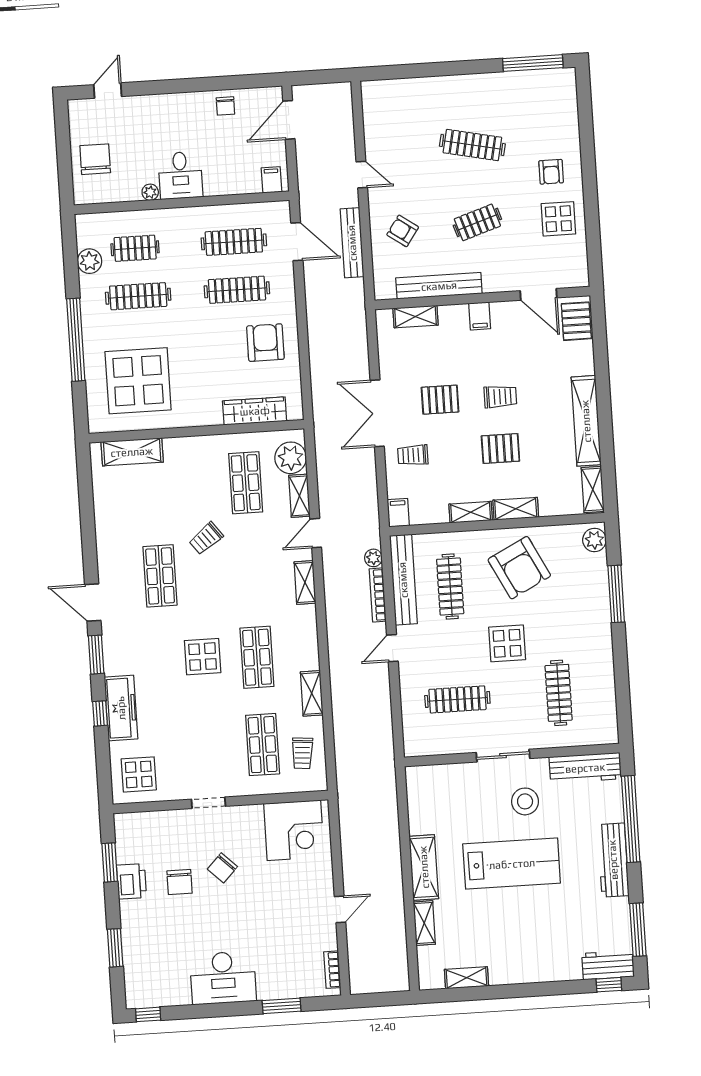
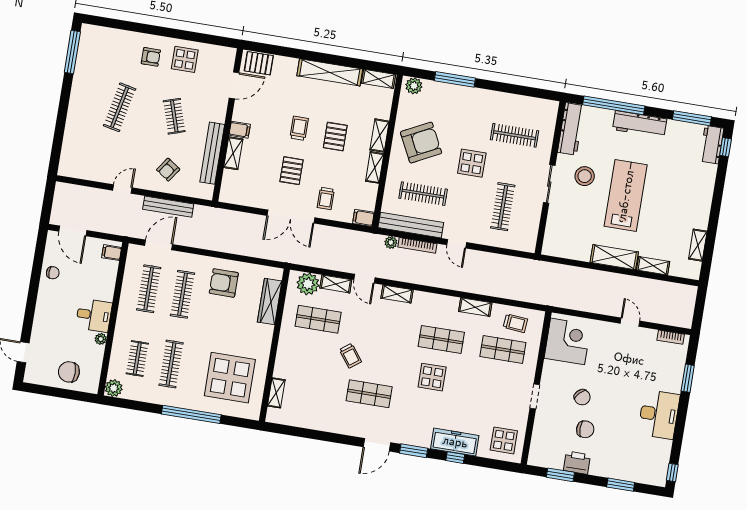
plant: (90, 261) -> (114, 388), moved
shelving: (416, 317) -> (233, 153), moved
shelving: (132, 452) -> (276, 393), width x0.67, depth x0.75

